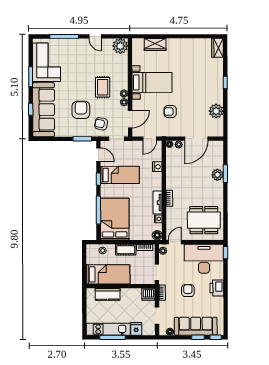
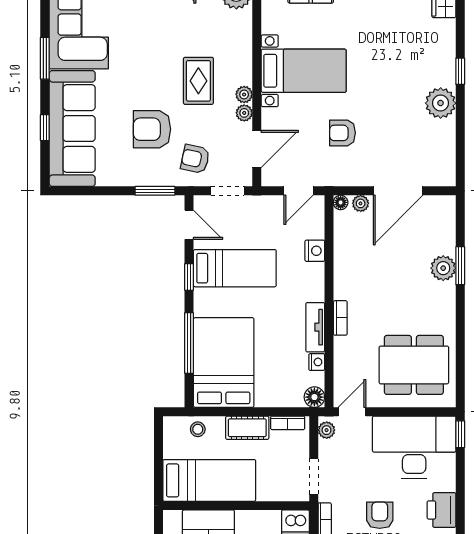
armchair: (81, 110) -> (152, 129), turned -90
plant: (216, 111) -> (441, 103), moved

